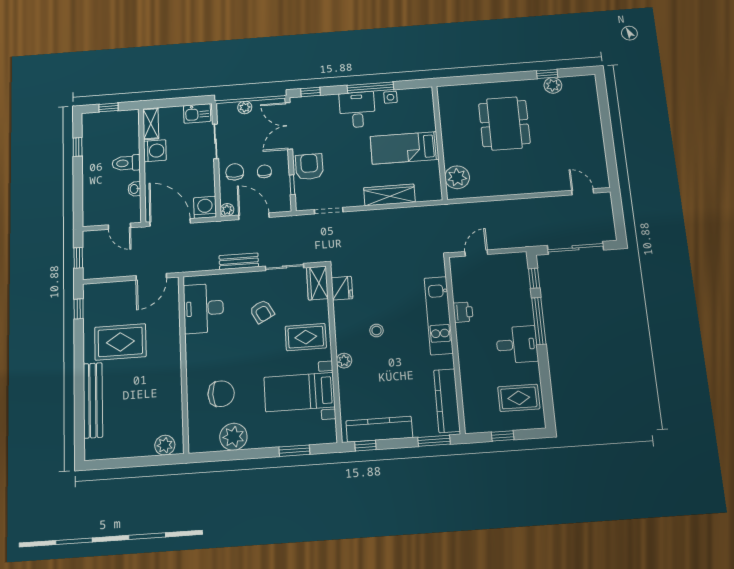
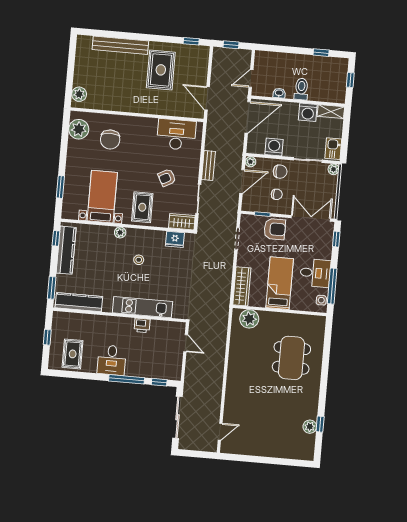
plant: (245, 107) -> (334, 169), moved
dining table: (504, 123) -> (291, 358), moved, turned 90
wall: (440, 142) -> (279, 311), moved
bed: (405, 148) -> (280, 283), moved
plant: (457, 177) -> (249, 319), moved
washing machine: (205, 207) -> (274, 147), moved, turned -90
plant: (233, 437) -> (79, 129), moved

